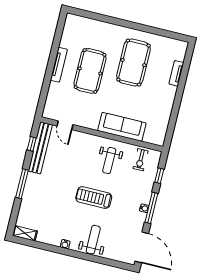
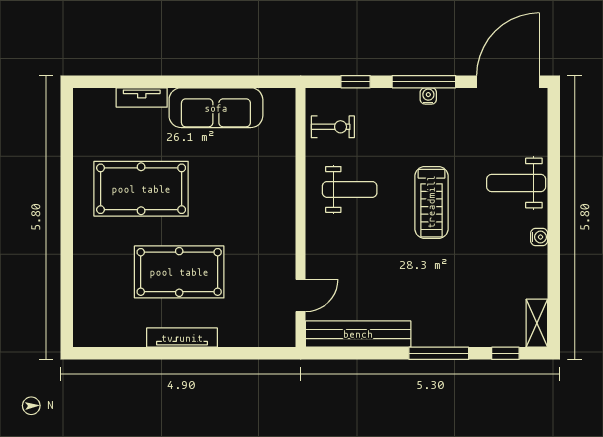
sofa: (122, 127) -> (216, 108), moved, turned -90
window: (32, 144) -> (505, 353), moved

